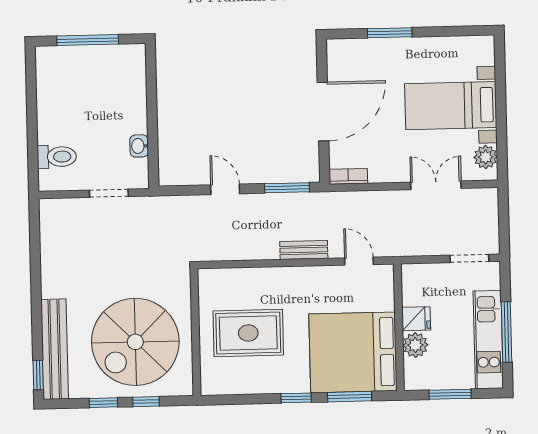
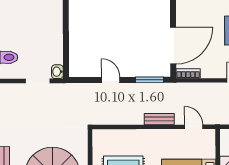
door: (323, 112) -> (173, 46), moved
washbasin: (139, 146) -> (57, 72), moved

